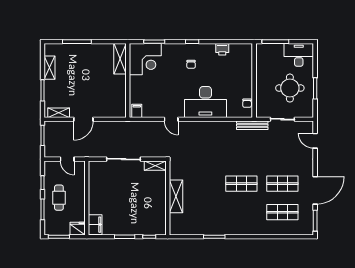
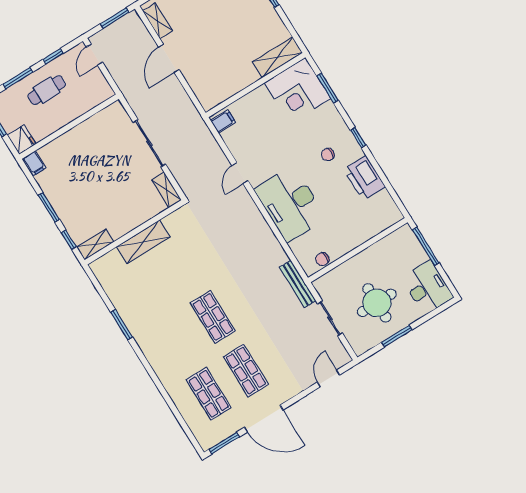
printer: (222, 49) -> (364, 178), width x1.87, depth x1.48
door: (83, 119) -> (169, 58), hinge flipped
door: (67, 159) -> (94, 55), moved
shelving: (161, 224) -> (95, 244), added
filing cabinet: (95, 225) -> (34, 163), width x0.50

